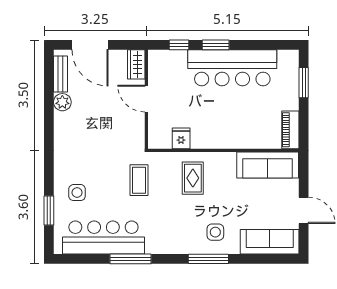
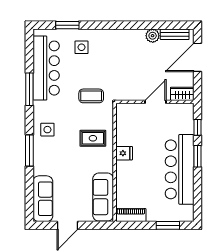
fridge: (181, 138) -> (124, 153), moved
side table: (215, 232) -> (47, 130), moved

